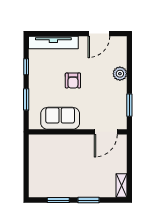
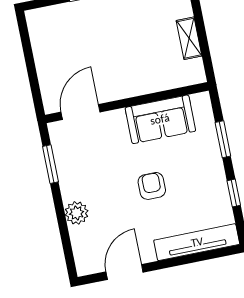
shelving: (122, 186) -> (189, 38), moved

